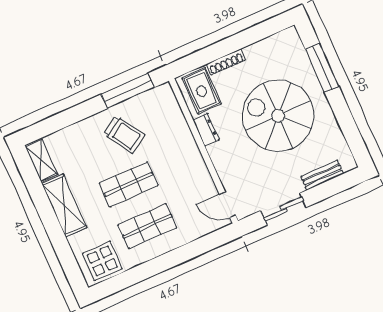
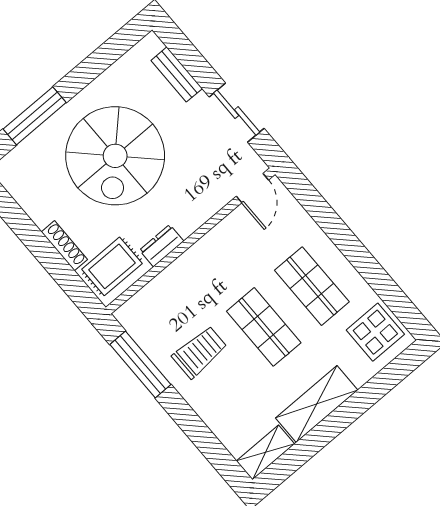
trolley: (124, 135) -> (200, 352), turned 32

